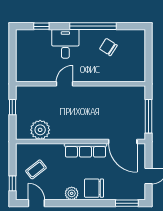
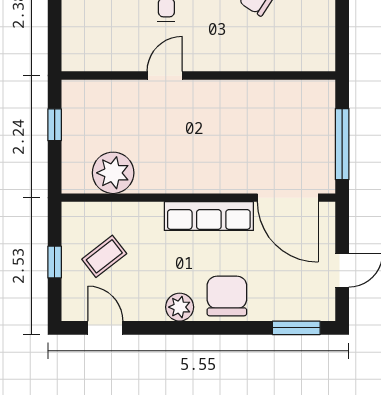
window: (12, 183) -> (55, 262), moved
chair: (94, 188) -> (227, 296), turned 90

